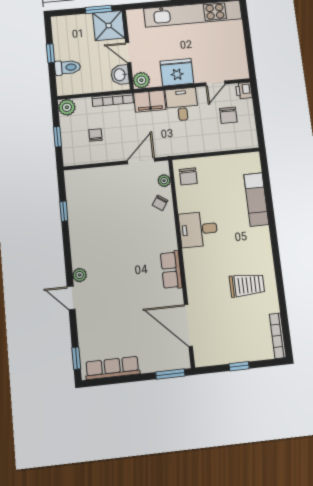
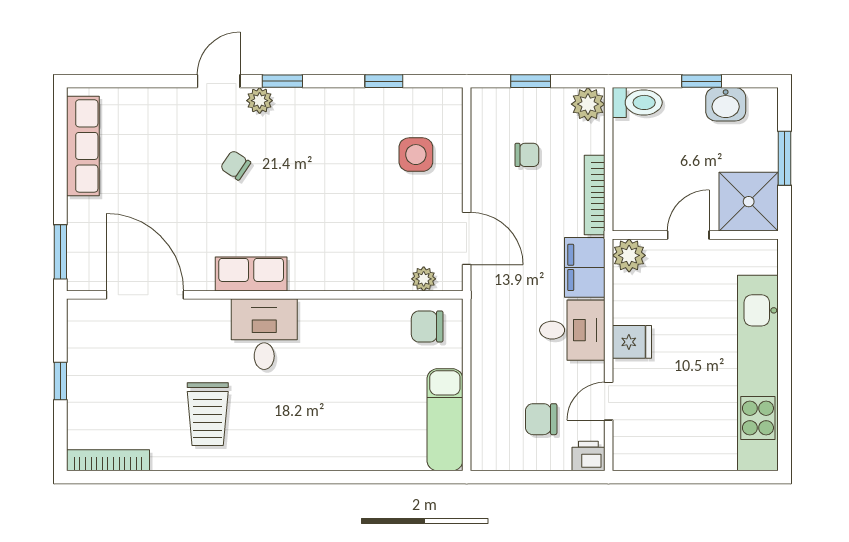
window: (99, 9) -> (785, 158), moved
toilet: (67, 67) -> (637, 102), moved, turned -90
fridge: (177, 72) -> (632, 342), width x0.53, depth x0.75
washbasin: (120, 75) -> (726, 104), moved, turned 180
door: (215, 83) -> (609, 401), hinge flipped
side table: (101, 191) -> (416, 155), added
exam couch: (256, 199) -> (445, 420), moved, turned -90
chair: (160, 203) -> (236, 165), moved
desk: (198, 229) -> (264, 334), moved
door: (188, 325) -> (145, 295), hinge flipped
window: (76, 358) -> (282, 81), moved

